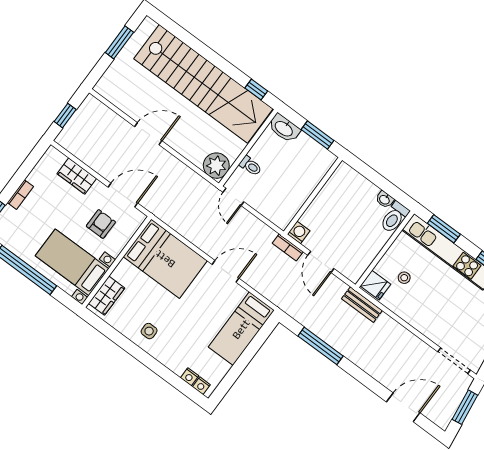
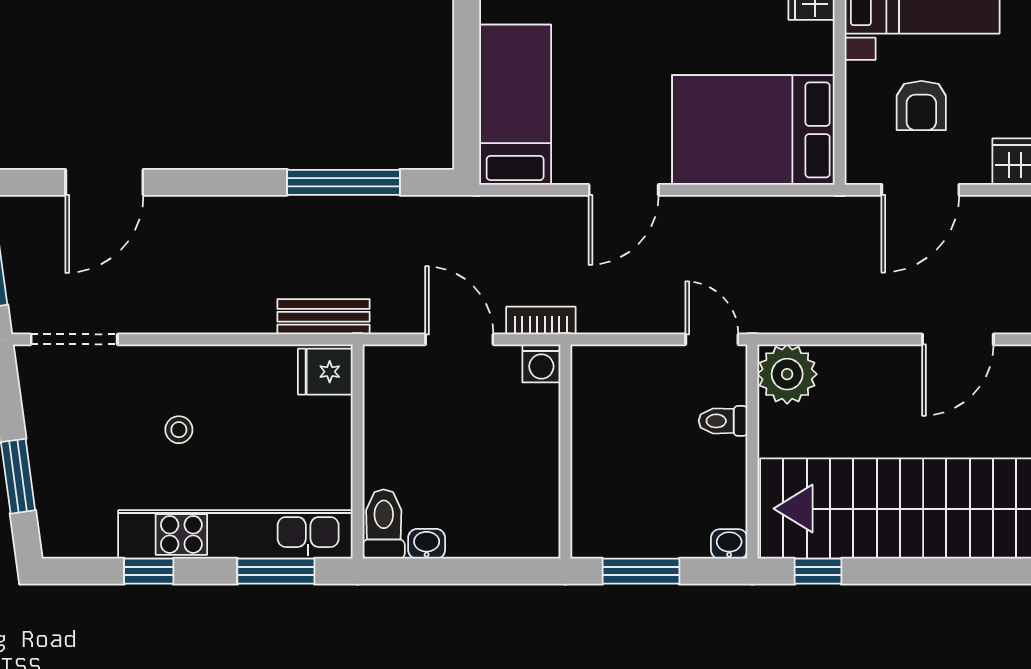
washbasin: (284, 128) -> (729, 544), width x0.52, depth x0.69
stool: (404, 278) -> (179, 430), moved

